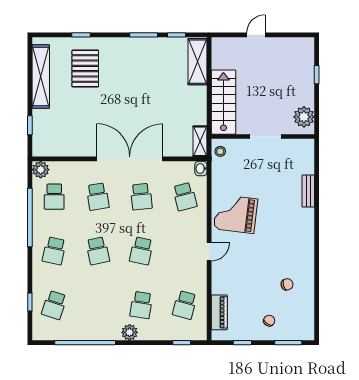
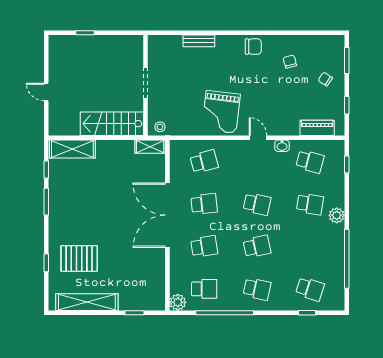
plant: (304, 117) -> (126, 45), removed
washbasin: (201, 169) -> (282, 146), moved
chair: (302, 247) -> (253, 47), added

